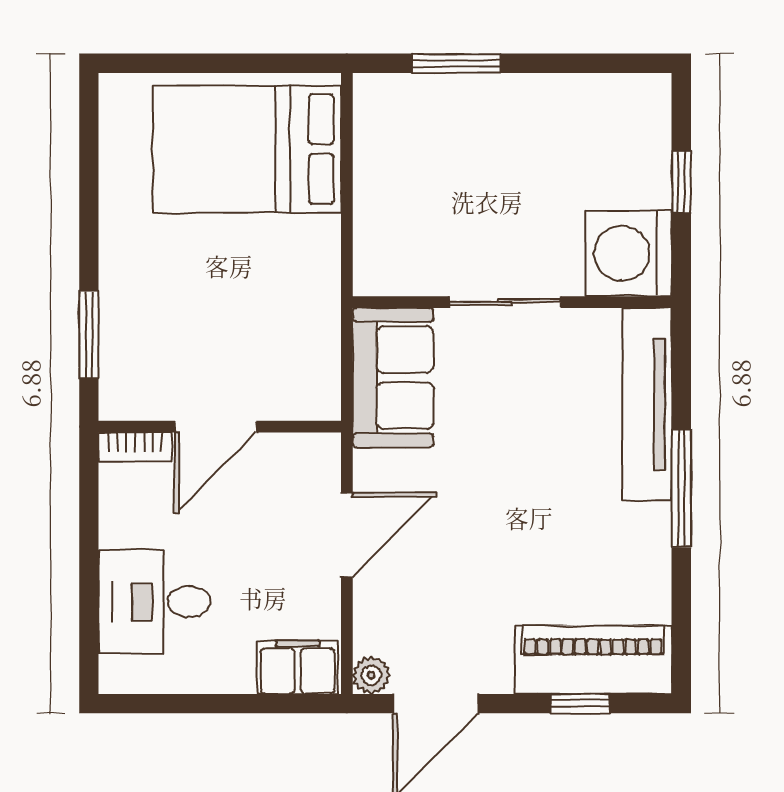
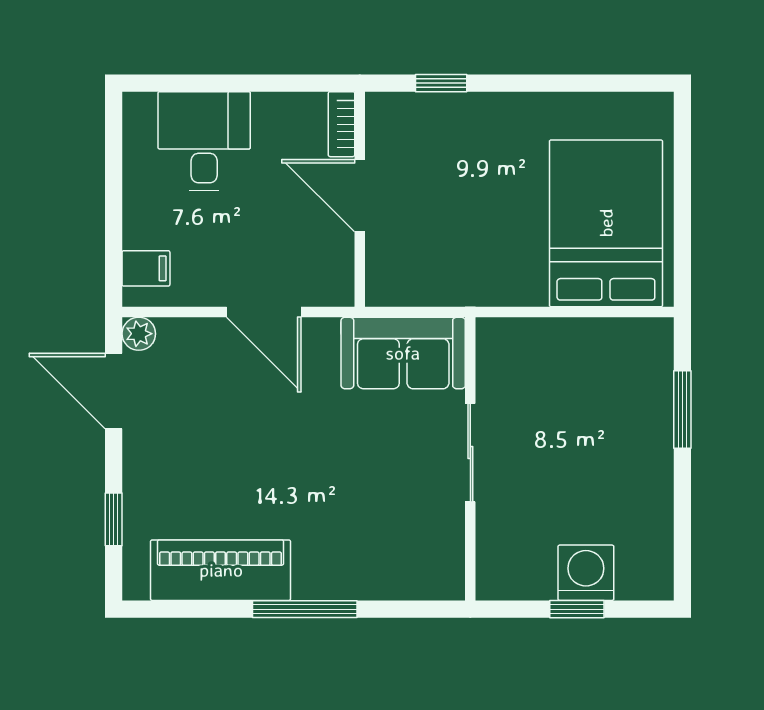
washing machine: (629, 253) -> (586, 573), moved, width x0.73, depth x0.73
window: (89, 335) -> (441, 83), width x0.67
tv unit: (647, 404) -> (380, 579), removed
piano: (593, 660) -> (221, 570), moved, turned -90
filing cabinet: (298, 667) -> (146, 268), width x0.50

